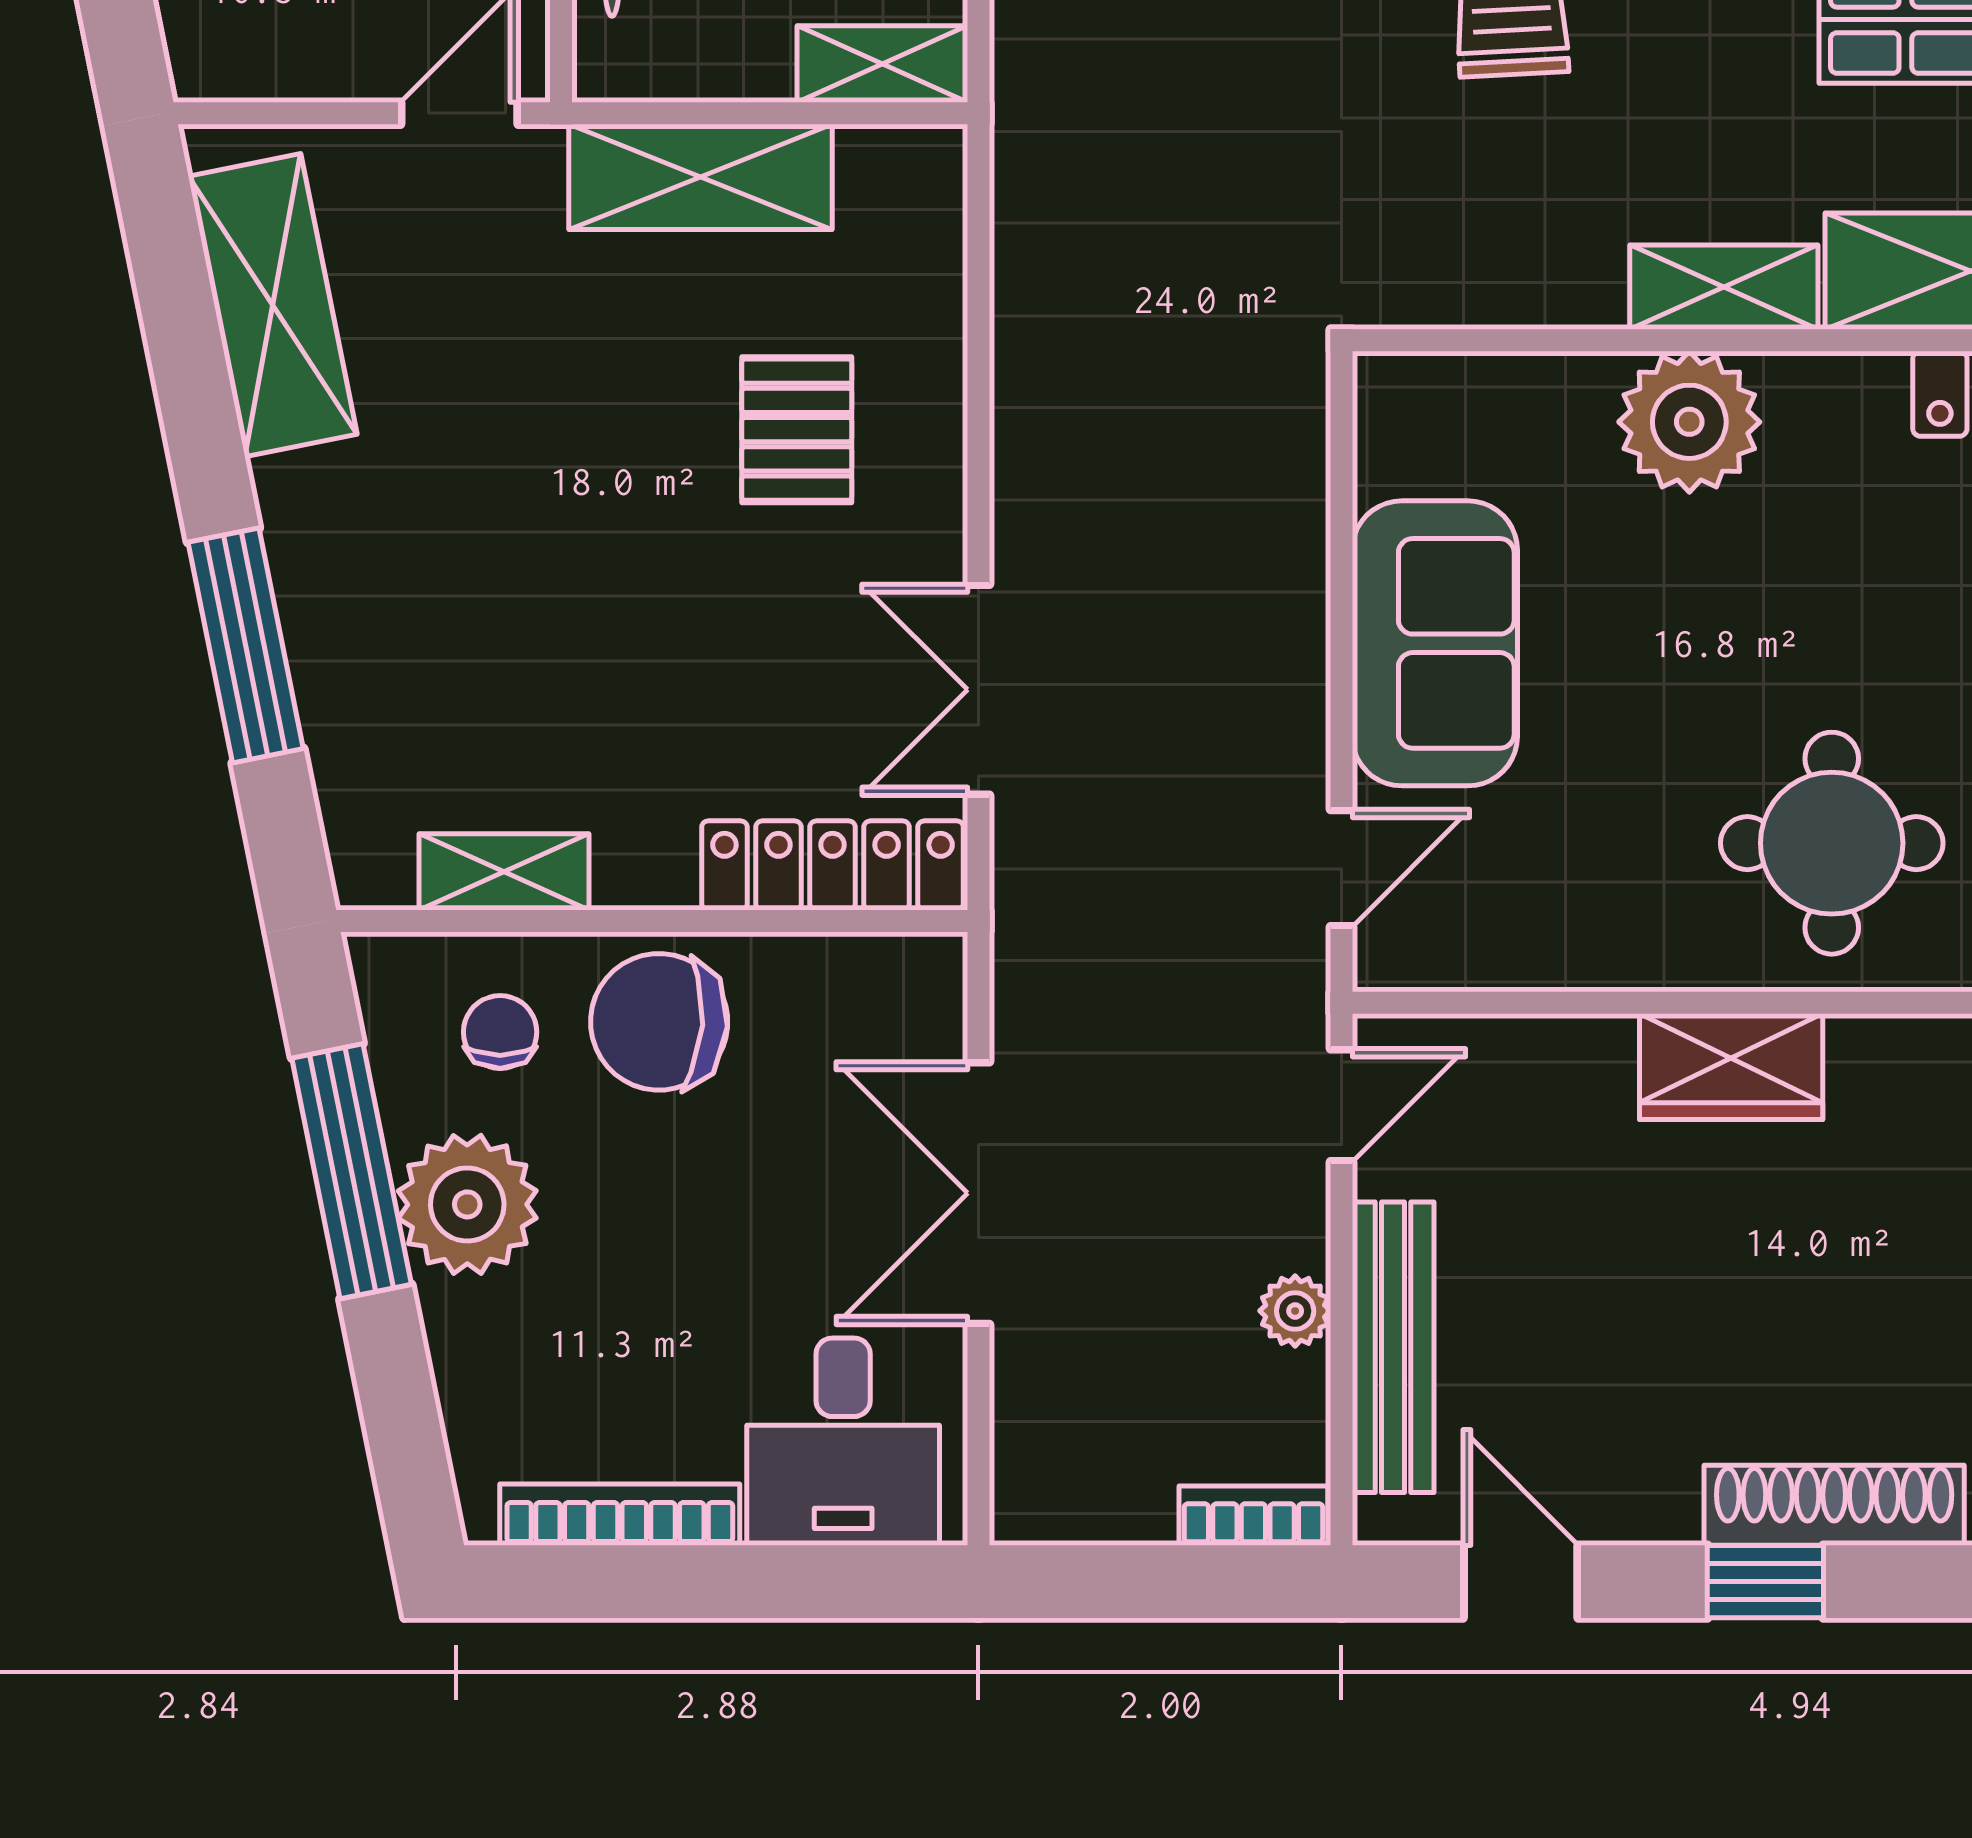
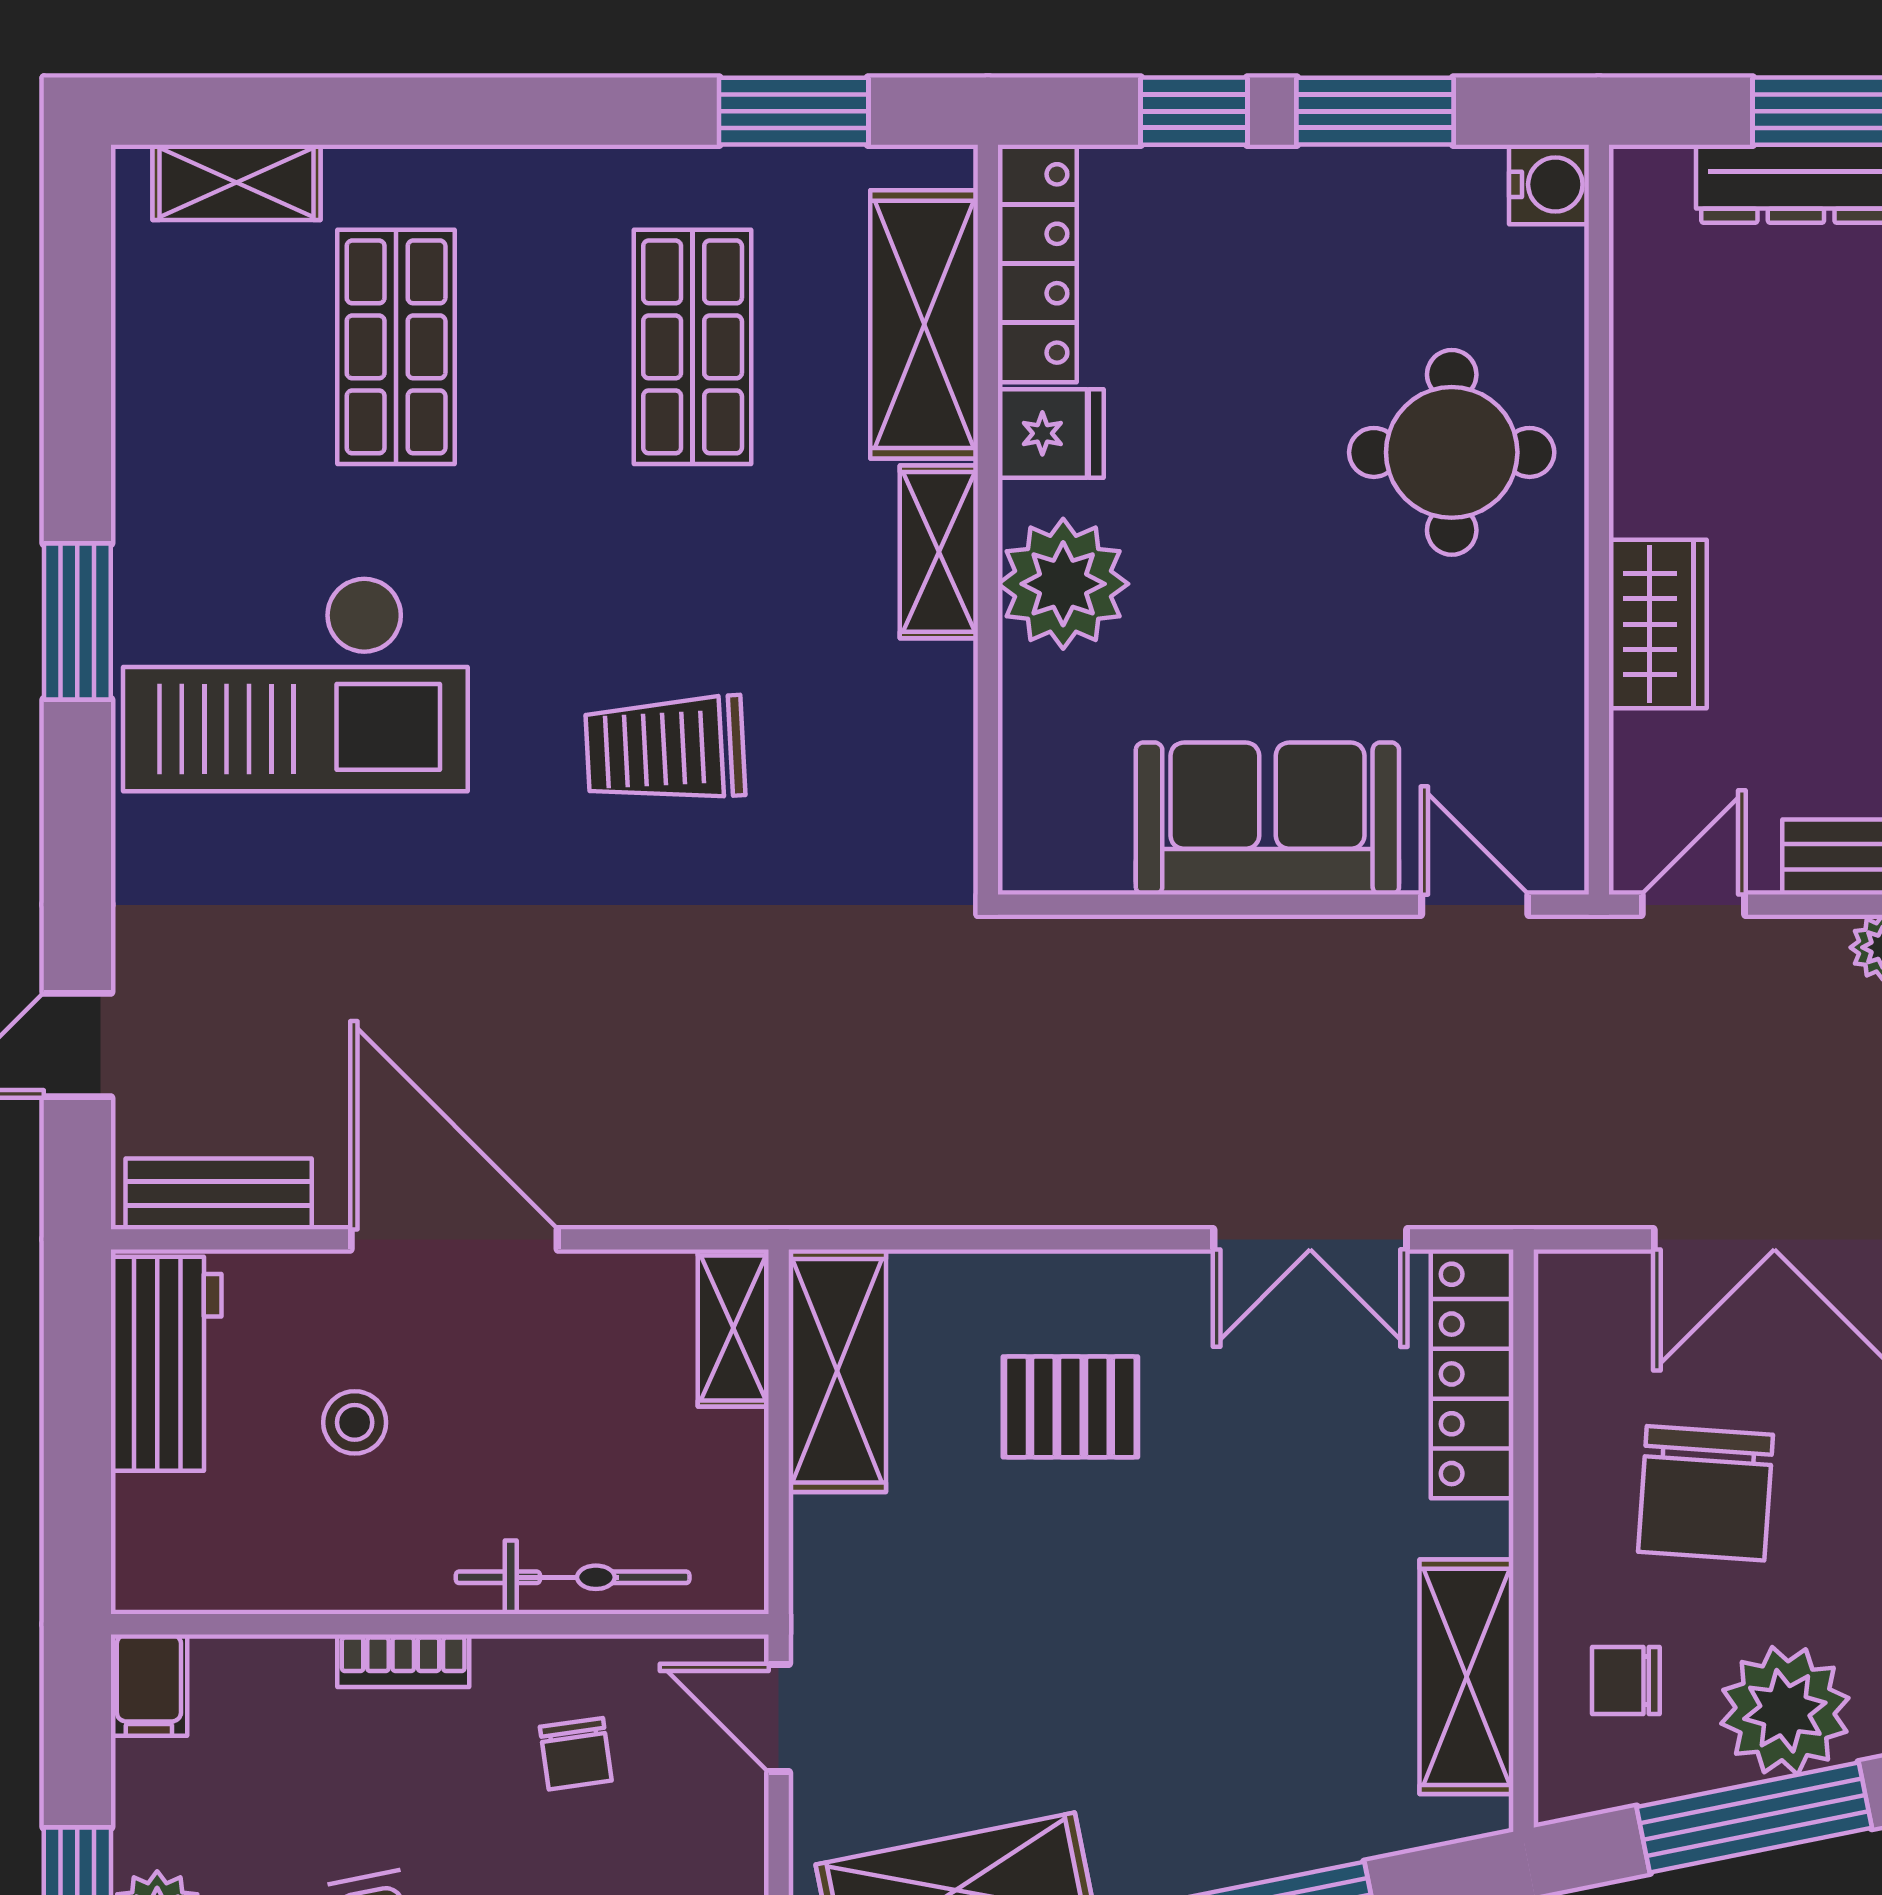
shelving: (700, 177) -> (837, 1371), moved
fridge: (1852, 408) -> (1051, 433), added
shelving: (504, 872) -> (1467, 1677), width x1.50, depth x1.33
chair: (659, 1022) -> (1706, 1493), moved
wardrobe: (1731, 1067) -> (1658, 624), moved
door: (1341, 1105) -> (1693, 905), hinge flipped

